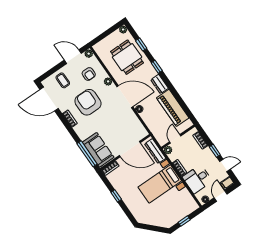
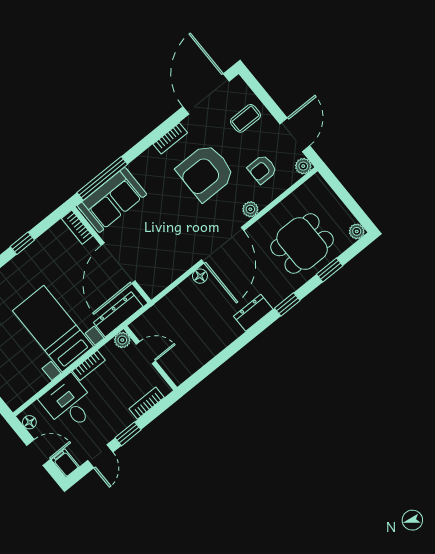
armchair: (88, 102) -> (206, 172), turned 180
piano: (173, 108) -> (207, 343), removed

